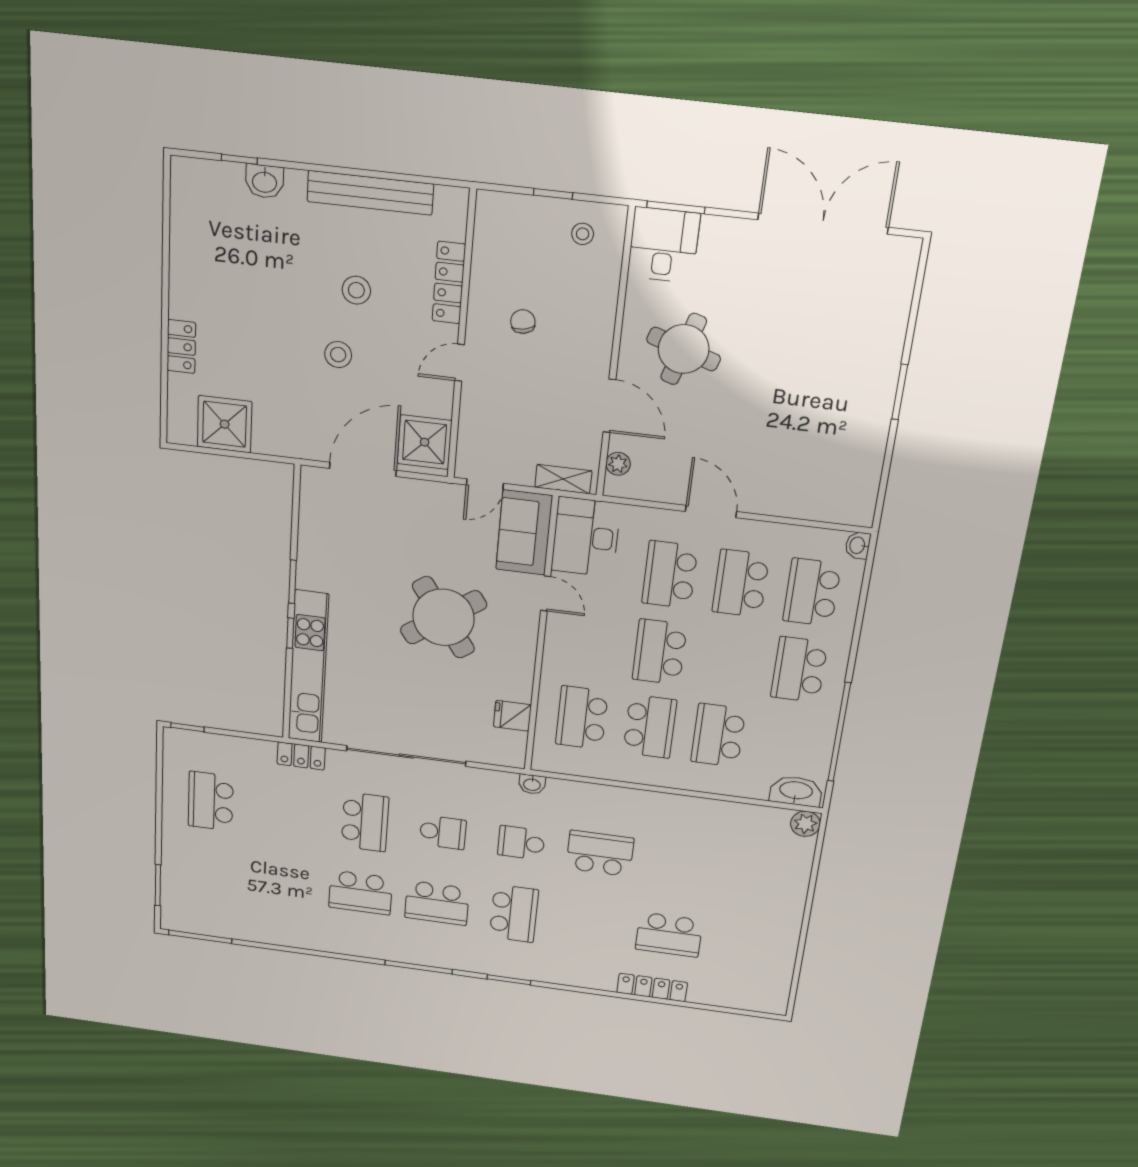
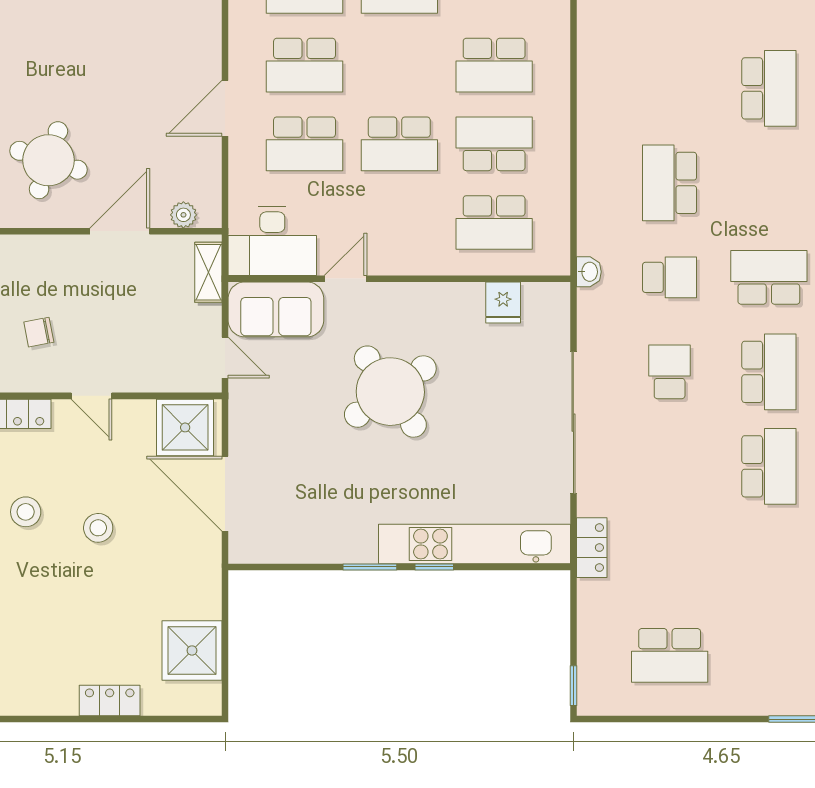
school desk: (365, 822) -> (670, 466), removed
school desk: (521, 843) -> (670, 277), turned -90

